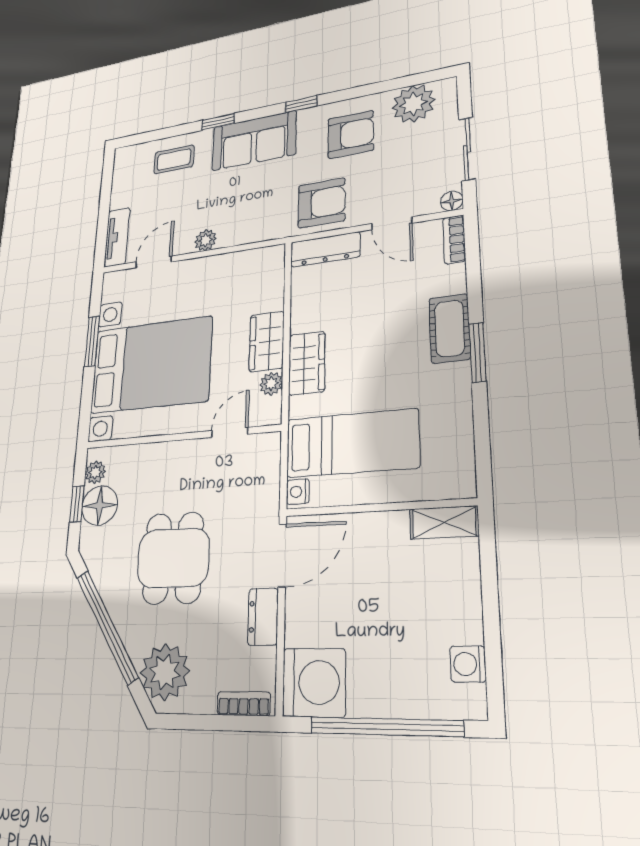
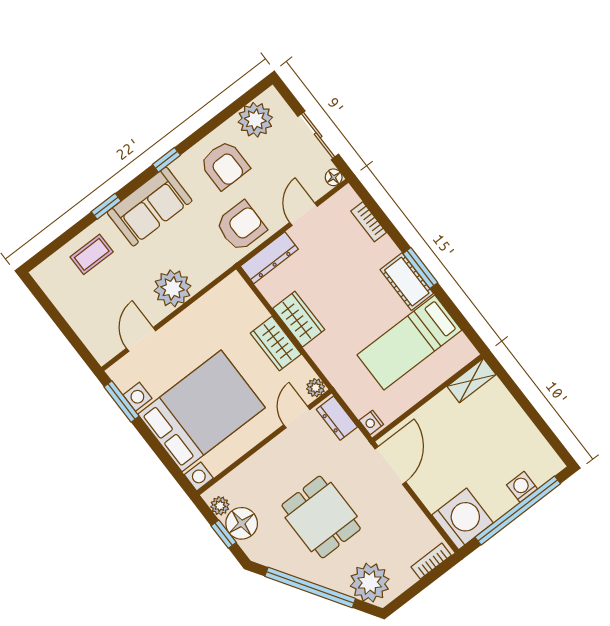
armchair: (351, 134) -> (225, 165), turned 90
door: (392, 223) -> (303, 214), swing flipped
tv unit: (117, 237) -> (93, 339), removed
bookcase: (454, 239) -> (369, 222), moved
plant: (206, 240) -> (173, 288), width x1.87, depth x1.87
cot: (450, 328) -> (407, 282), moved
window: (92, 341) -> (122, 401), moved
wardrobe: (307, 363) -> (299, 319), moved
plant: (271, 384) -> (316, 388), moved
bed: (352, 443) -> (409, 343), moved, turned 180
dresser: (263, 617) -> (337, 418), moved
washing machine: (468, 664) -> (522, 487), moved, turned 90

